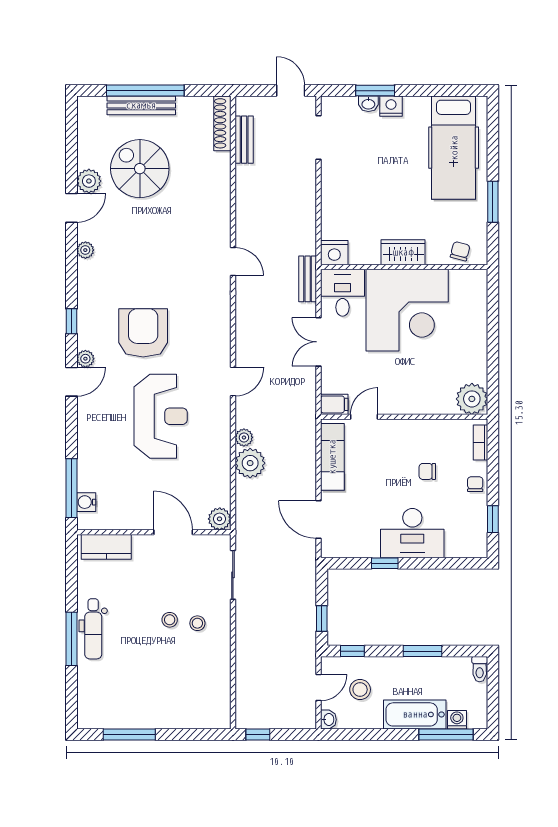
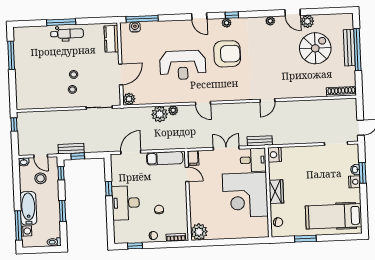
bench: (244, 140) -> (71, 149), moved
plant: (85, 359) -> (227, 23), moved
dental chair: (93, 629) -> (67, 34), turned 180

